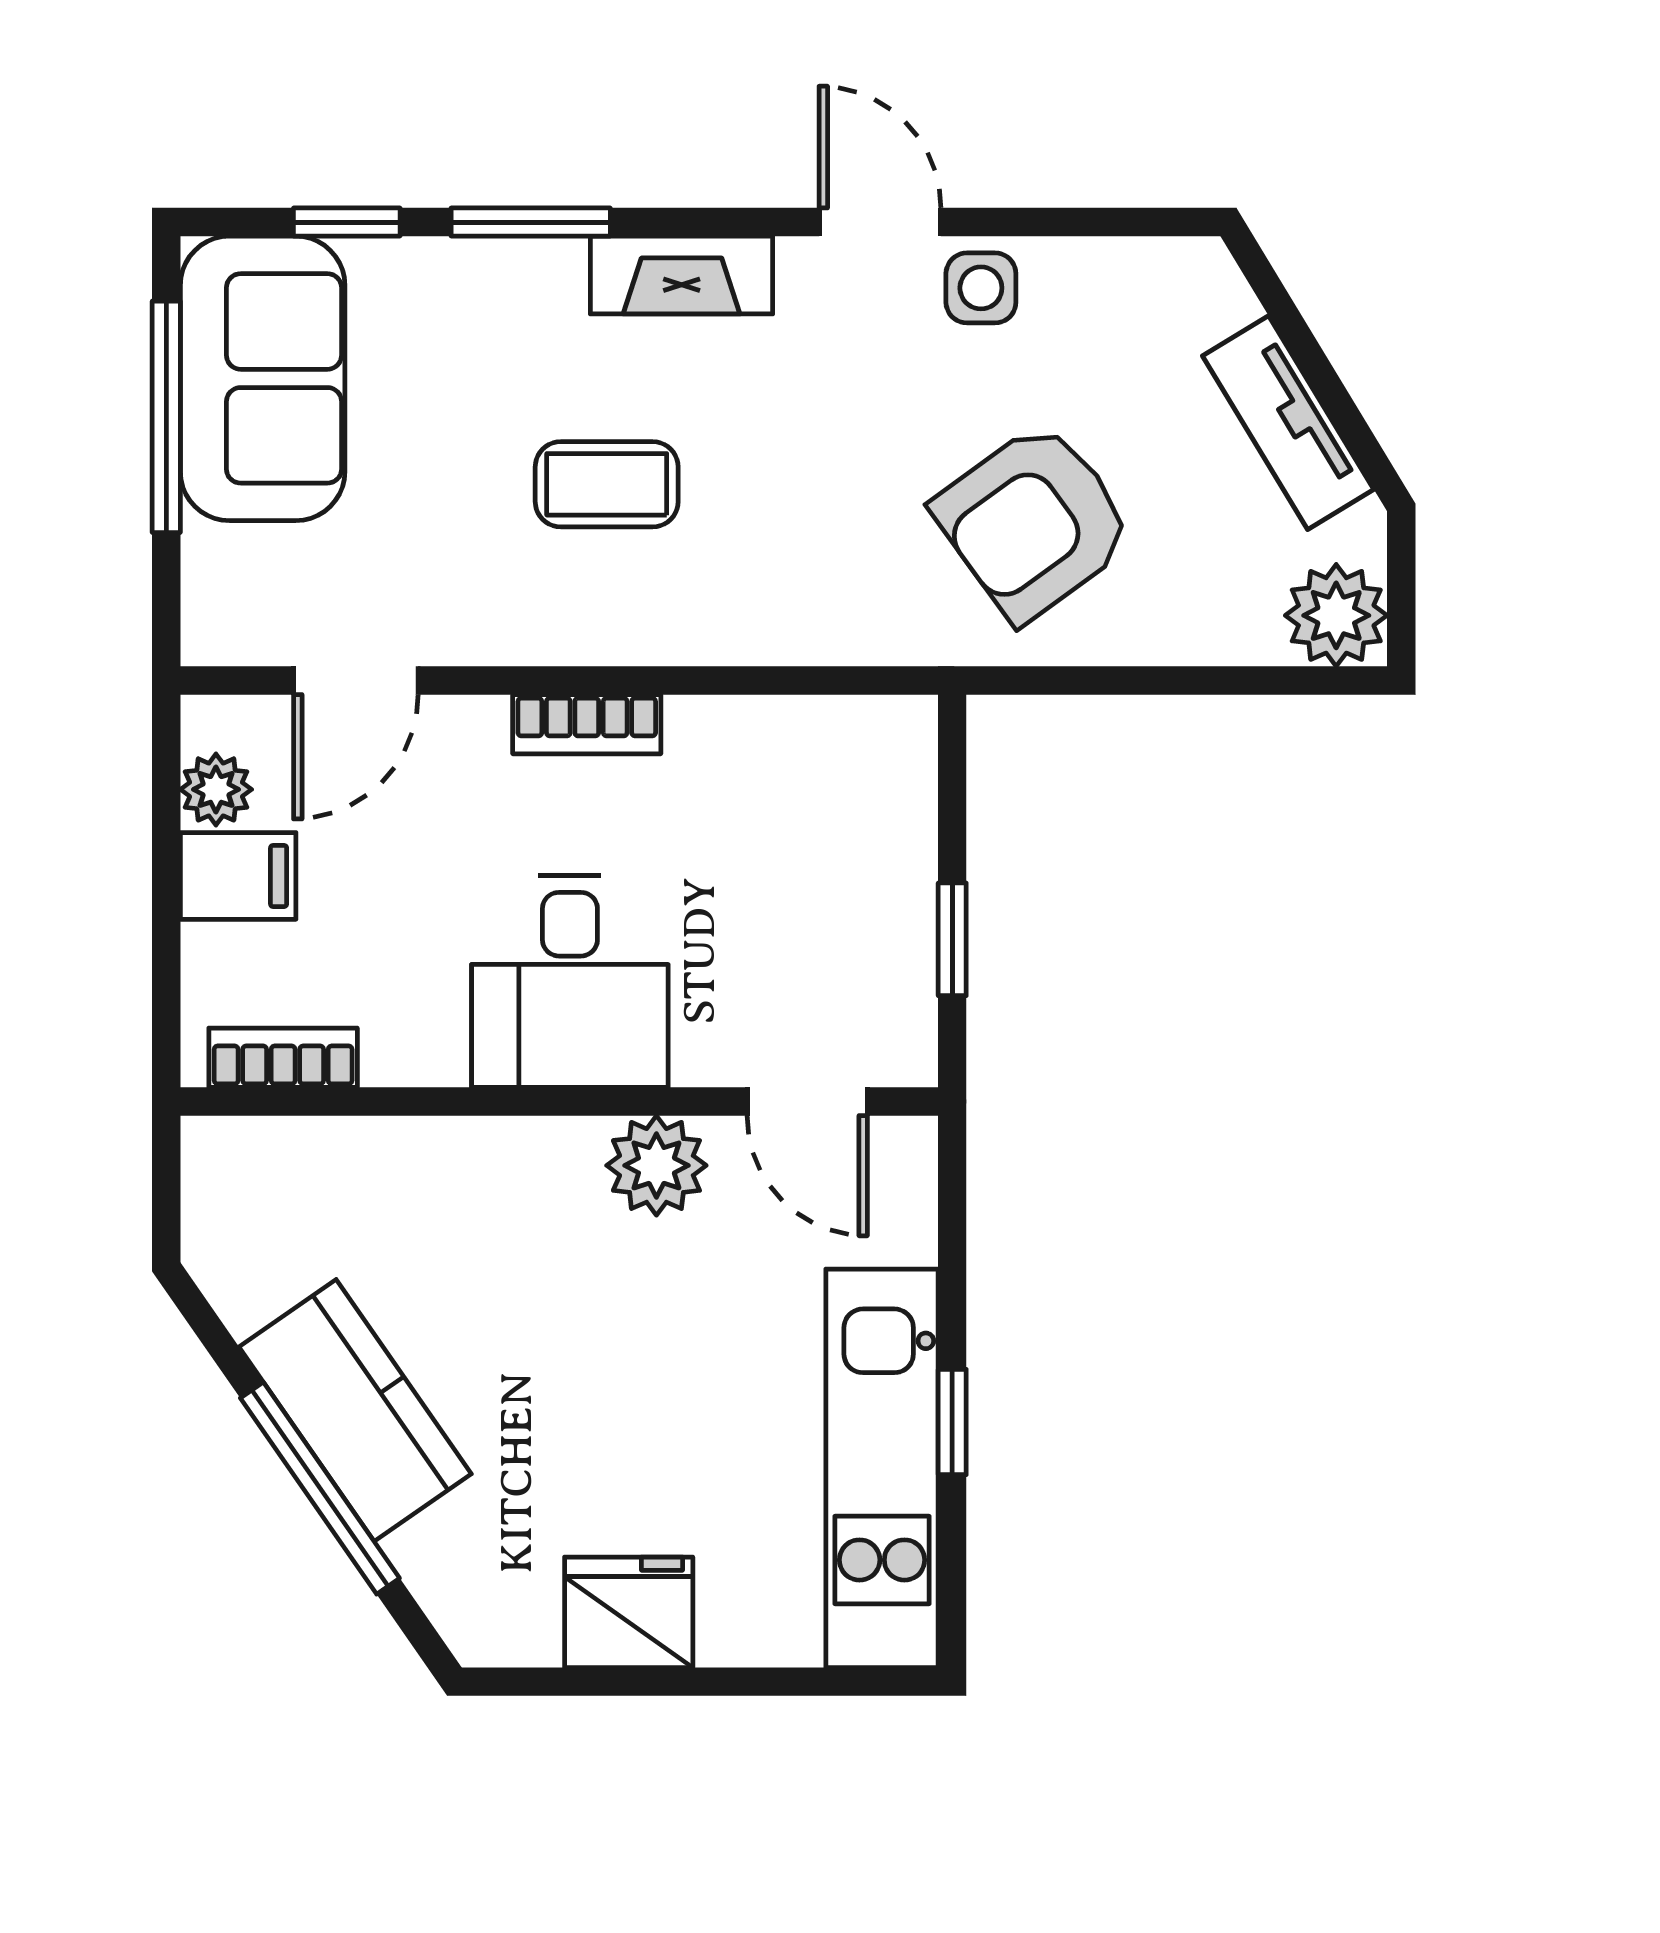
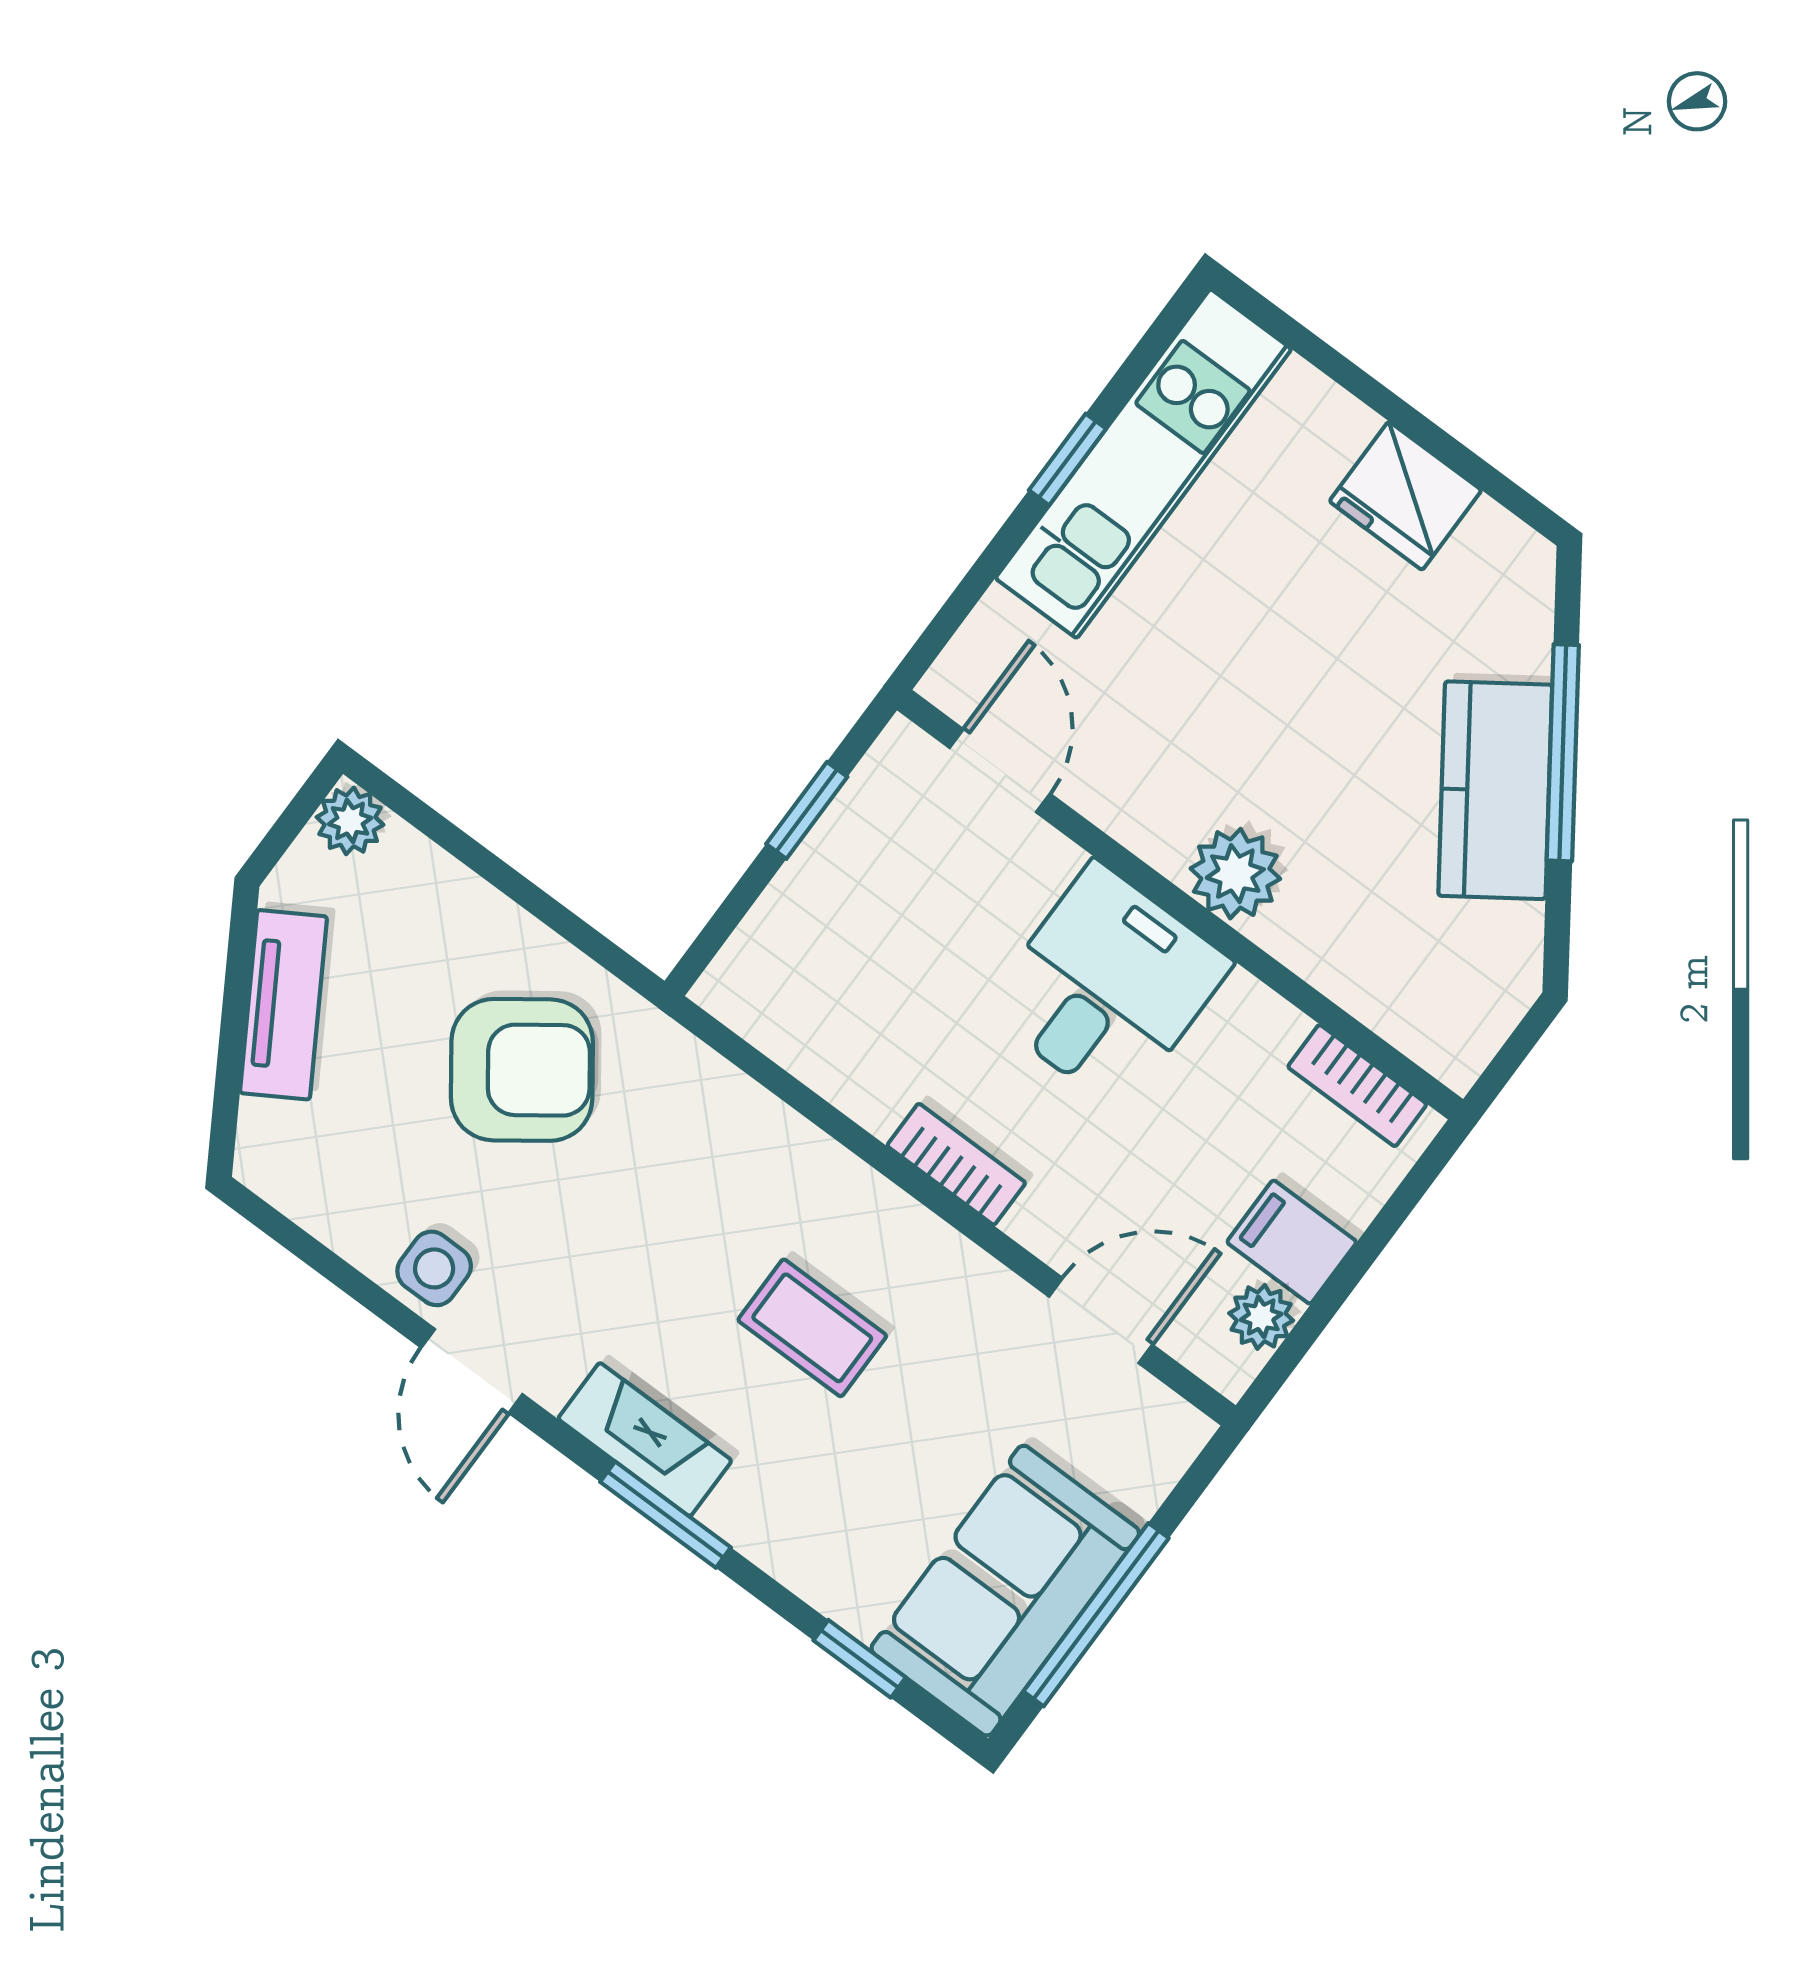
window: (531, 222) -> (665, 1515), moved
plant: (1336, 615) -> (350, 821), width x0.73, depth x0.73
plant: (656, 1165) -> (1235, 874), moved

